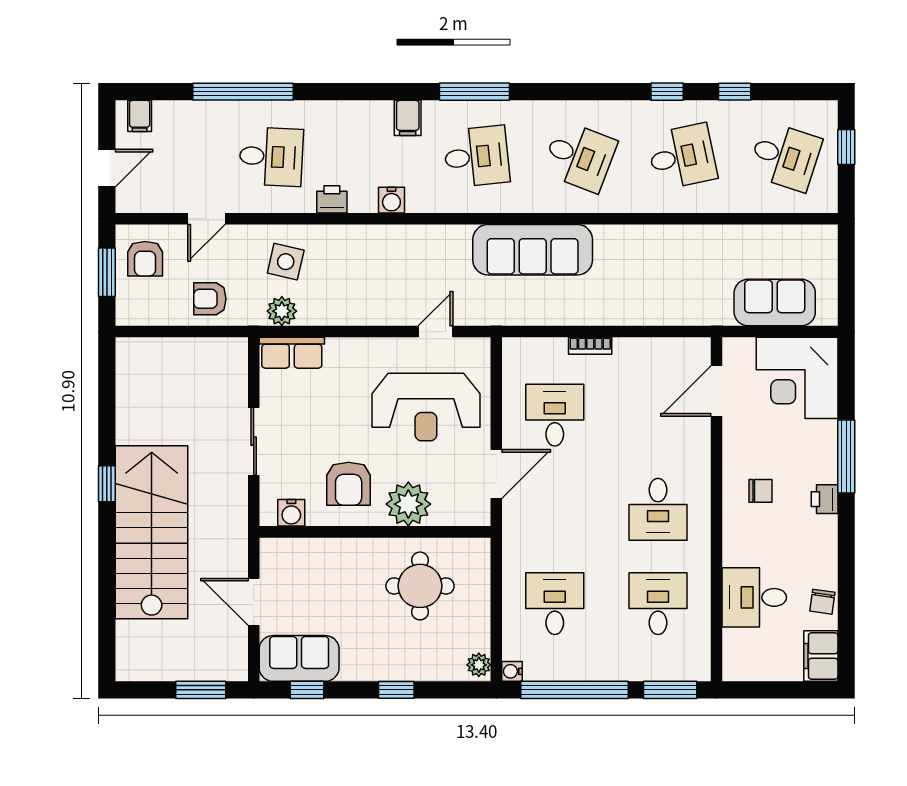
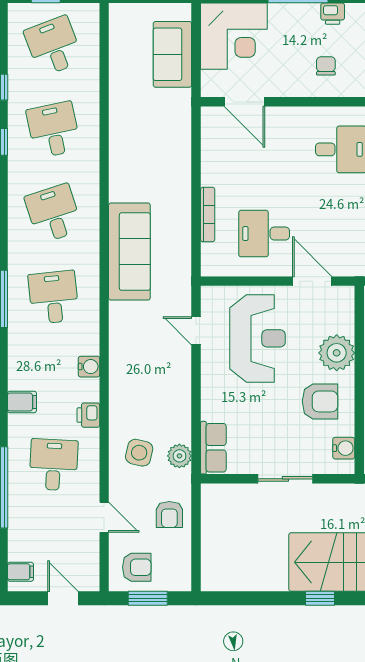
filing cabinet: (408, 118) -> (22, 402), moved
desk: (579, 157) -> (54, 213), turned -39
desk: (785, 157) -> (54, 46), turned -39
bookcase: (590, 346) -> (208, 214), width x1.56

